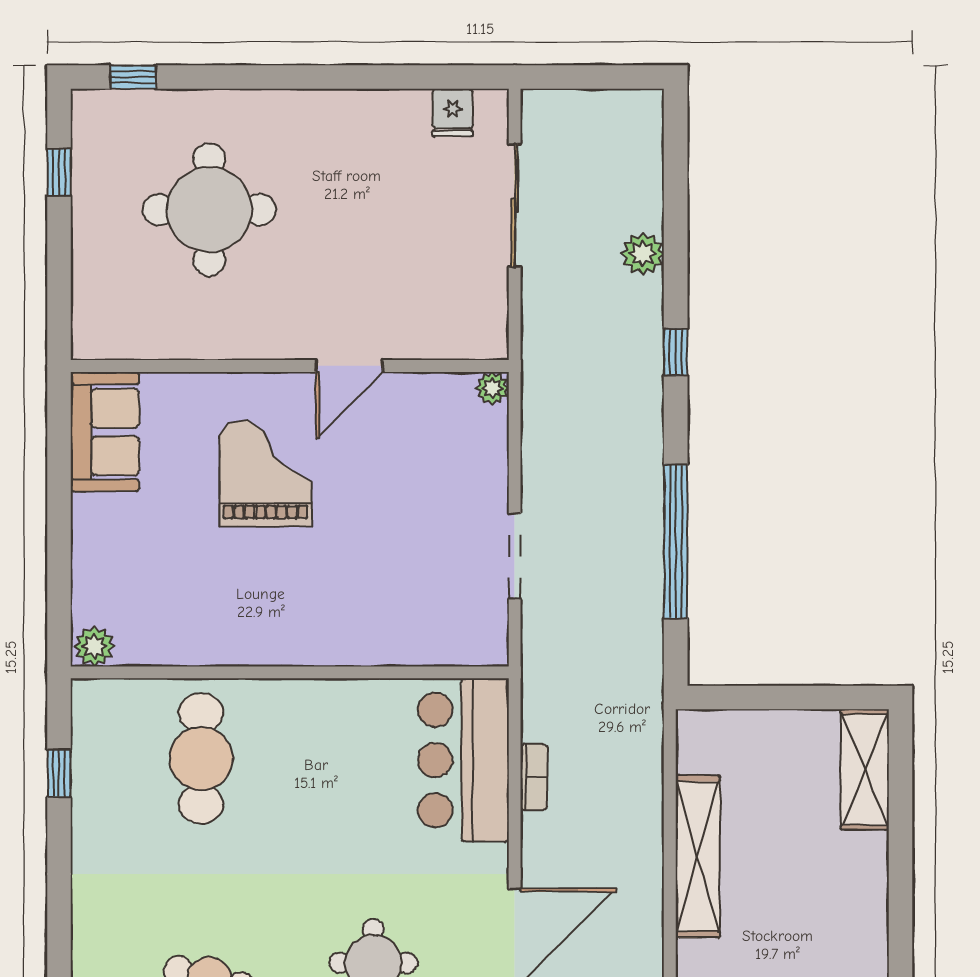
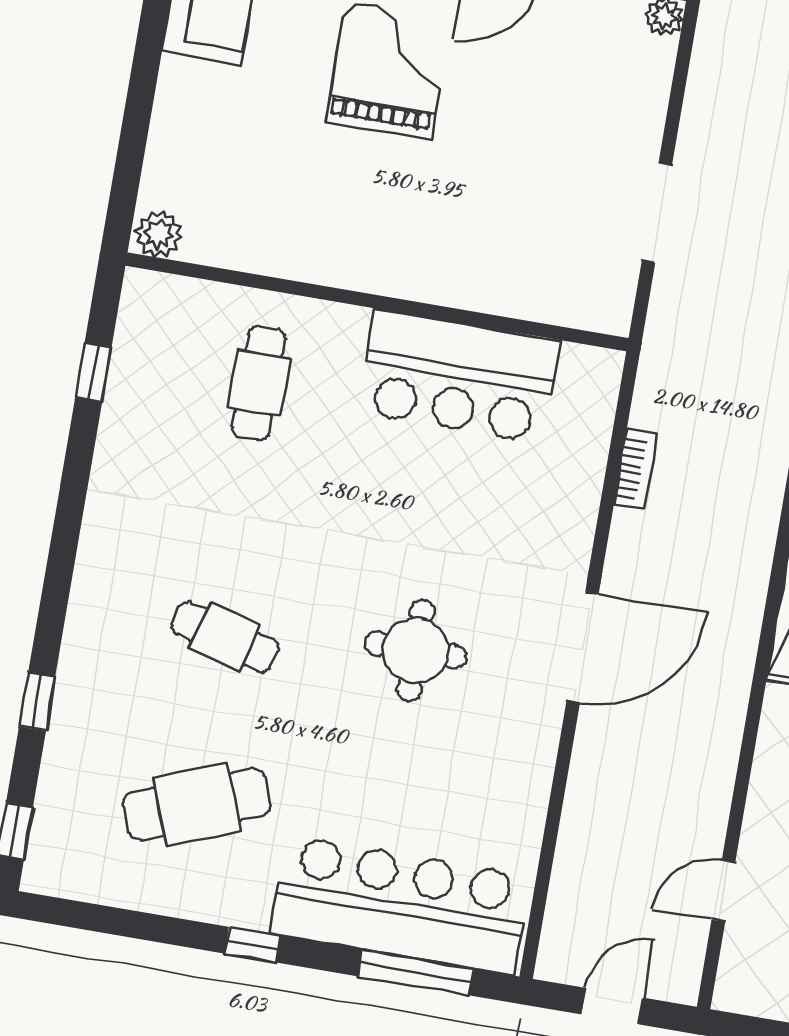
cafe table: (201, 758) -> (259, 383), width x0.73, depth x0.74
bar counter: (463, 760) -> (458, 376), moved, turned -90

